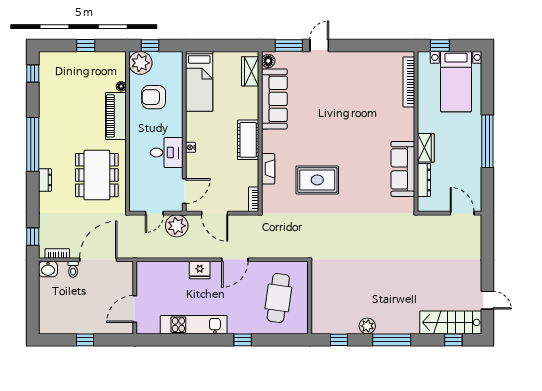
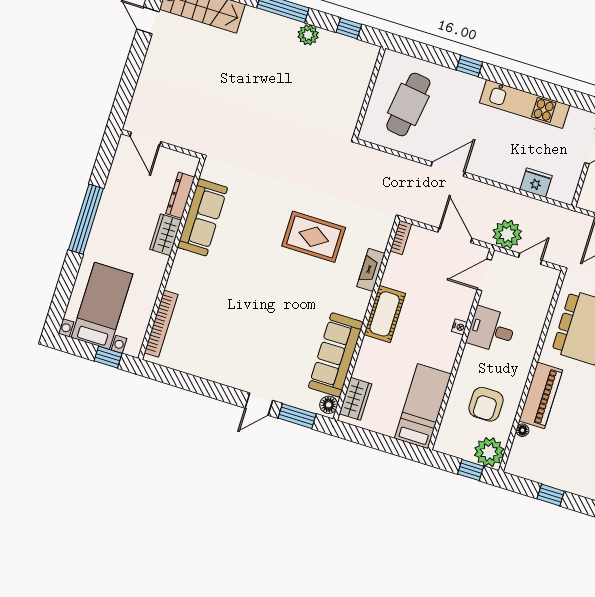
armchair: (154, 97) -> (486, 404), turned 90
fridge: (200, 270) -> (536, 183), moved

